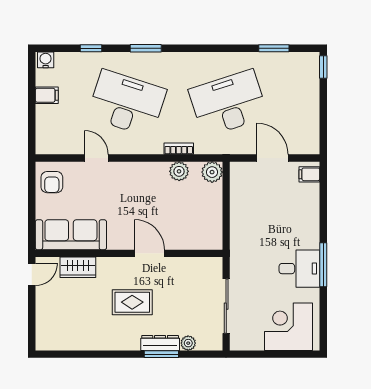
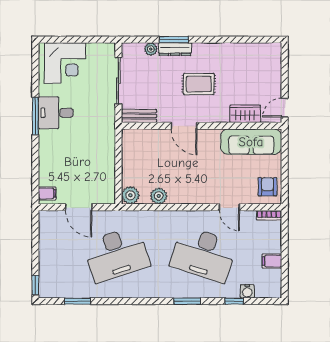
water cooler: (46, 60) -> (247, 291), moved
bookcase: (179, 149) -> (269, 215), moved
bench: (202, 265) -> (139, 116), added

